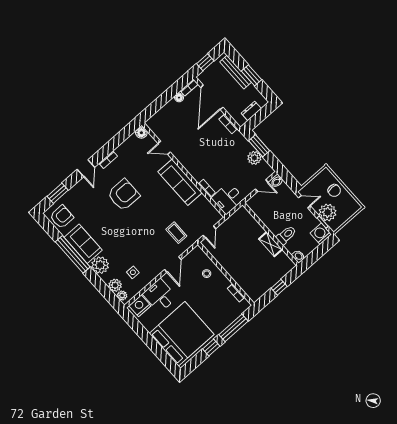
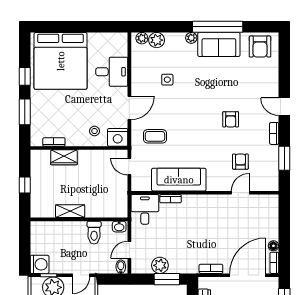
door: (212, 97) -> (248, 275), hinge flipped
floor lamp: (141, 133) -> (272, 184), removed
armchair: (145, 165) -> (240, 162), added
sofa: (180, 182) -> (179, 180), moved
window: (58, 193) -> (284, 158), moved
armchair: (124, 195) -> (231, 119), width x0.53, depth x0.53
toilet: (286, 235) -> (94, 233), moved
washbasin: (298, 256) -> (119, 227), moved
plant: (100, 265) -> (191, 38), width x0.53, depth x0.53
door: (173, 265) -> (129, 108), swing flipped
side table: (133, 272) -> (167, 80), moved
wardrobe: (240, 278) -> (64, 157), added
nightstand: (140, 306) -> (118, 137), moved, turned 90
window: (233, 328) -> (25, 112), width x0.69

